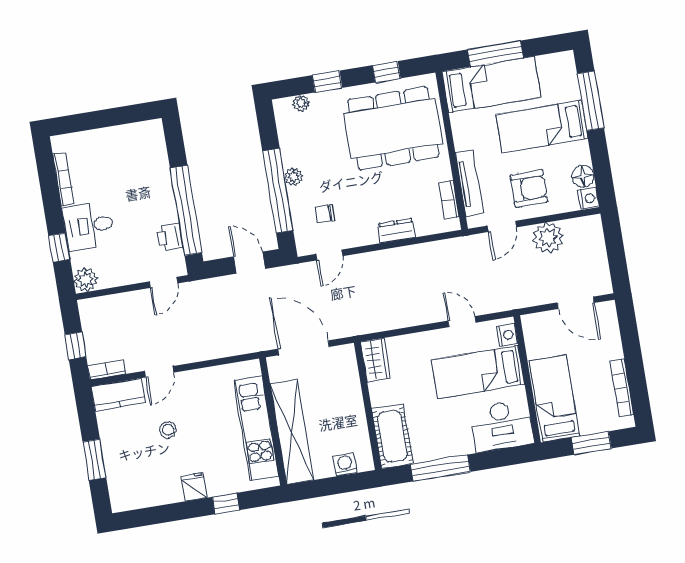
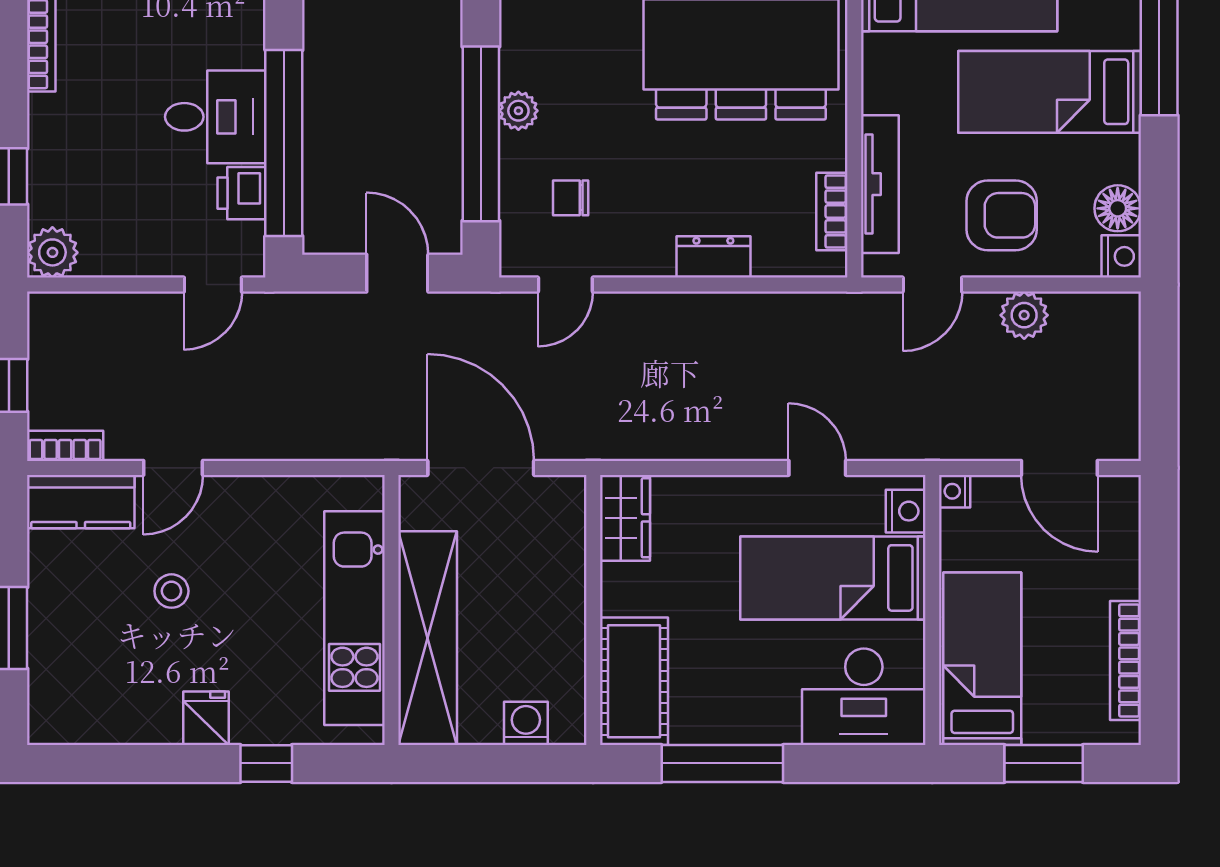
desk: (89, 226) -> (215, 117), moved, turned 180
plant: (548, 238) -> (1024, 315), width x0.73, depth x0.73
nightstand: (528, 322) -> (955, 491), added

